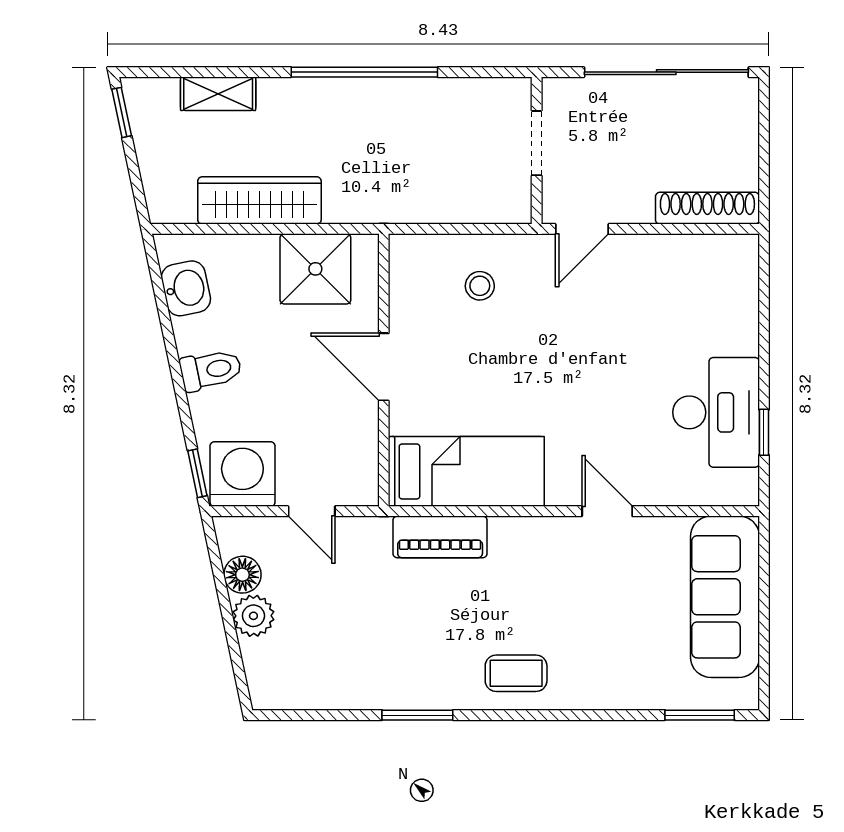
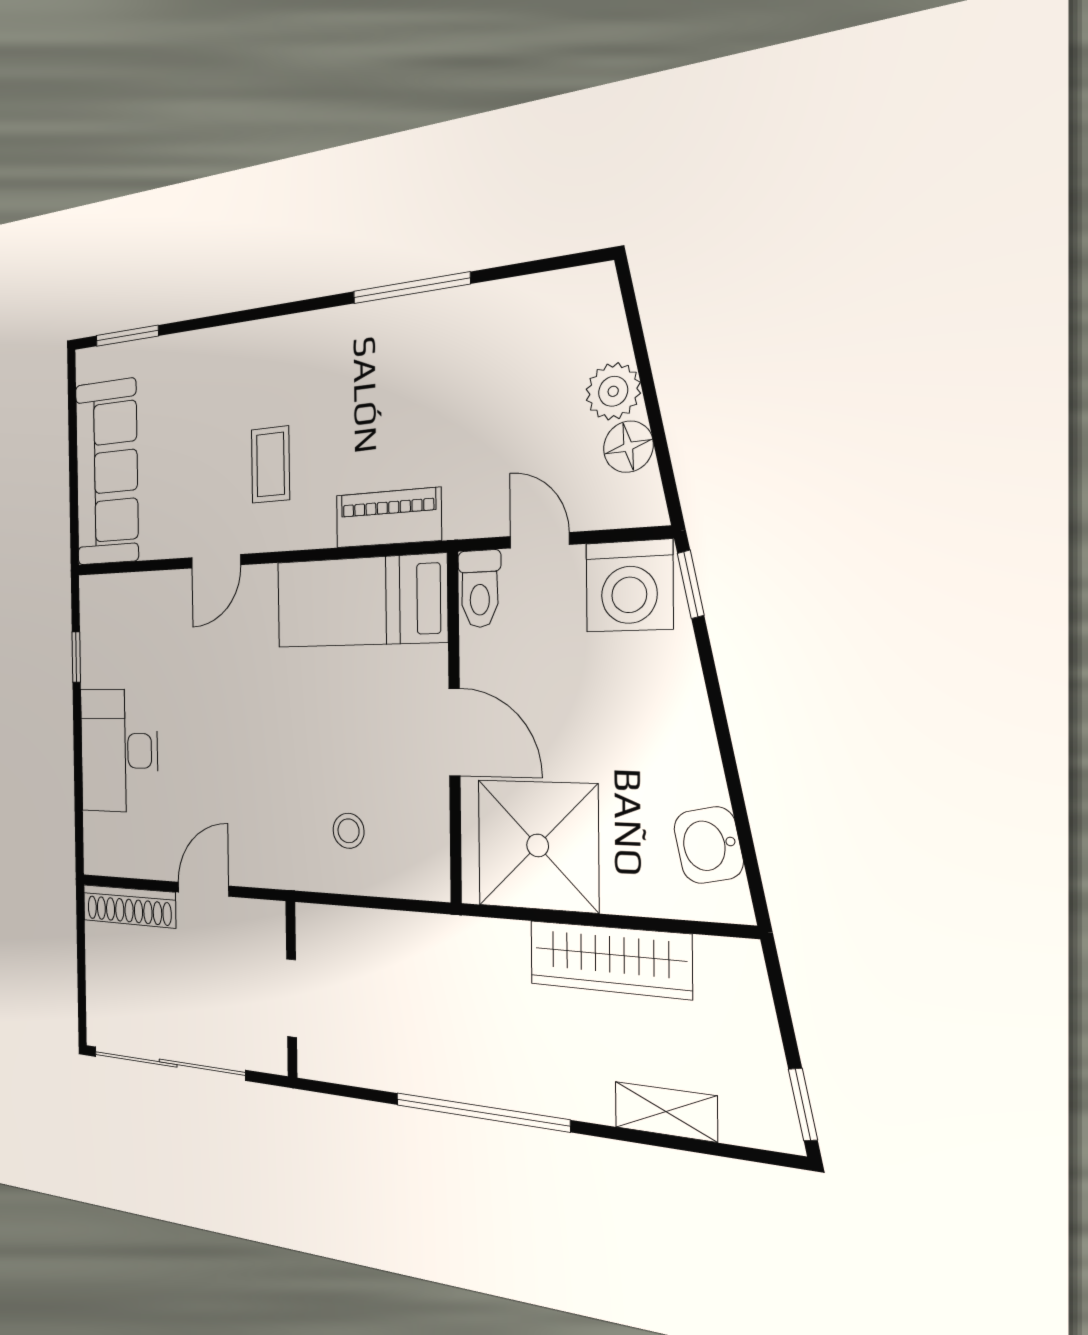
door: (582, 229) -> (203, 889), moved
shower: (315, 269) -> (538, 845), width x1.37, depth x1.37
toilet: (211, 370) -> (480, 589), moved, turned -78
desk: (716, 412) -> (119, 750), moved
door: (607, 511) -> (216, 561), hinge flipped
coffee table: (516, 673) -> (270, 465), moved, turned 90
window: (417, 715) -> (411, 288), width x1.44

